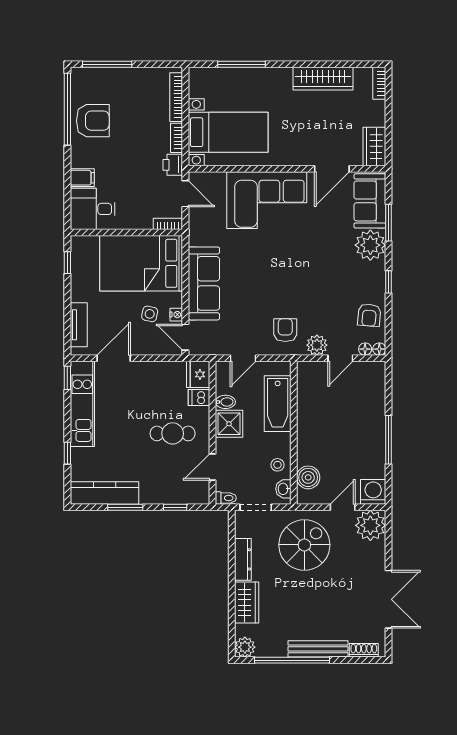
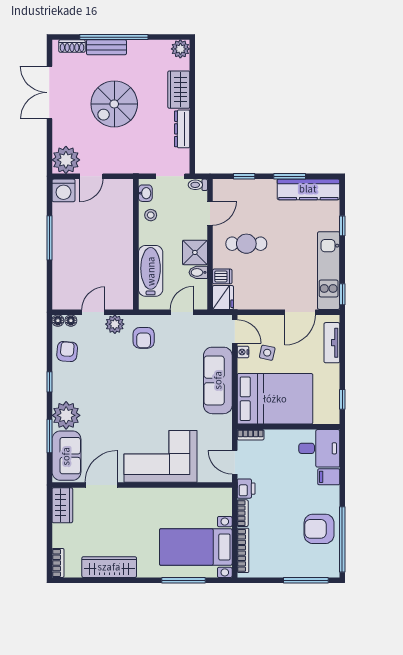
bed with nightstands: (228, 132) -> (196, 547), moved
boiler: (308, 477) -> (123, 204), removed
spiral stairs: (304, 545) -> (114, 104), moved
bench: (318, 649) -> (106, 47), width x0.73
window: (292, 660) -> (114, 37), moved

